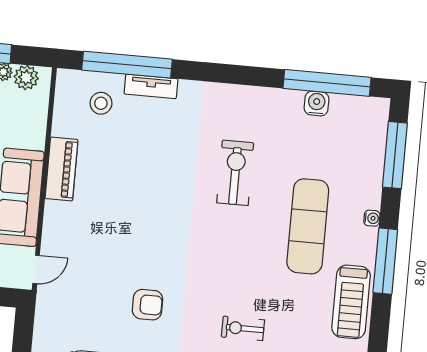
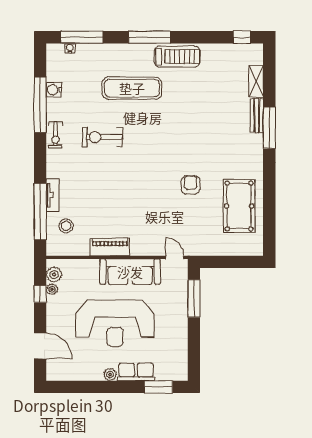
window: (327, 83) -> (40, 105), moved
water cooler: (372, 218) -> (70, 48), moved
exercise bike: (243, 328) -> (55, 135), moved

